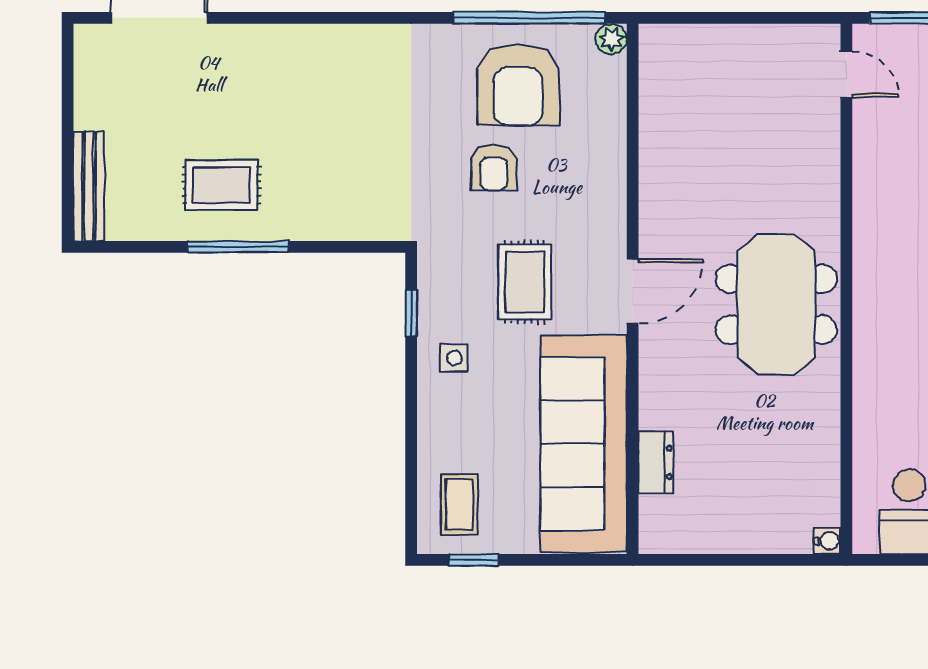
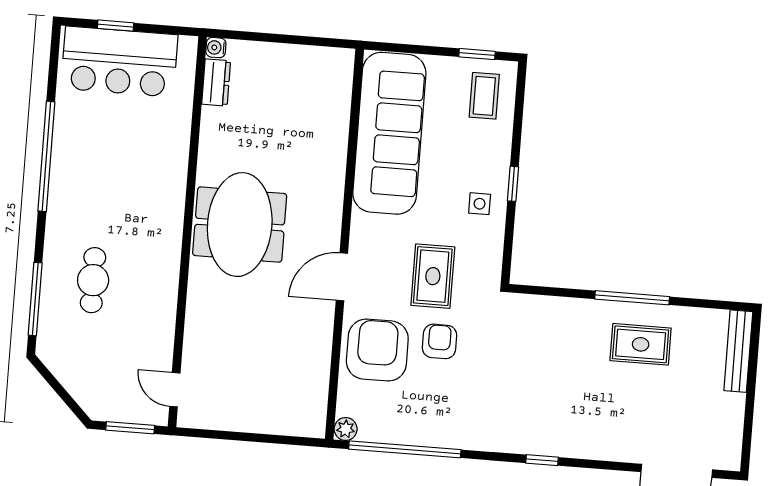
window: (343, 18) -> (542, 460), added
armchair: (518, 85) -> (377, 350), moved
rug: (525, 282) -> (433, 276), moved
door: (633, 291) -> (342, 277), moved
window: (411, 313) -> (513, 184), moved
dresser: (656, 462) -> (216, 83), moved, turned 180

